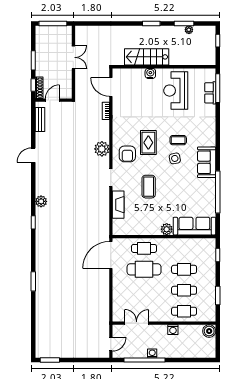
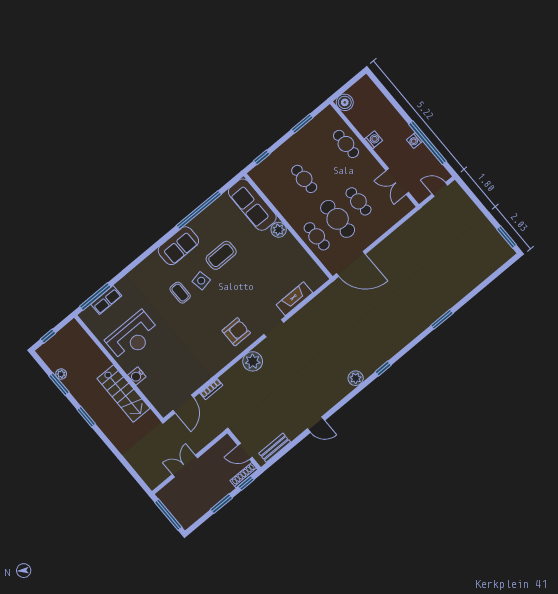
rug: (148, 143) -> (207, 320), removed
coffee table: (149, 187) -> (221, 255), moved
cafe table: (184, 290) -> (358, 201), moved

